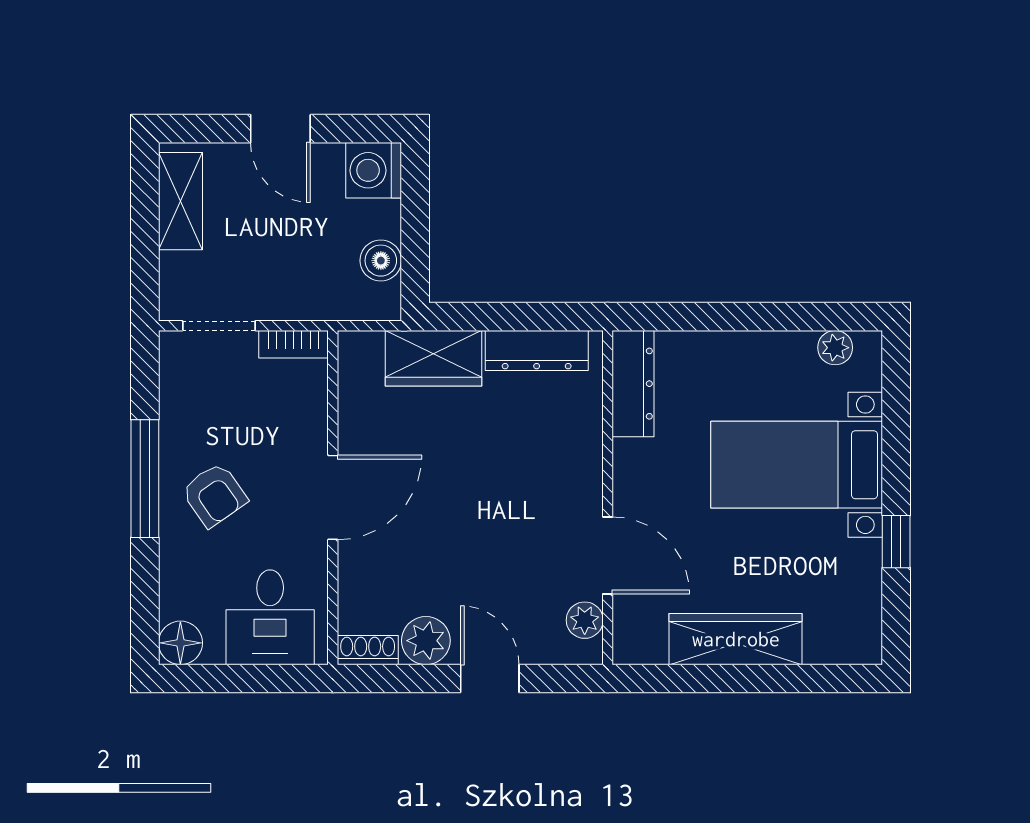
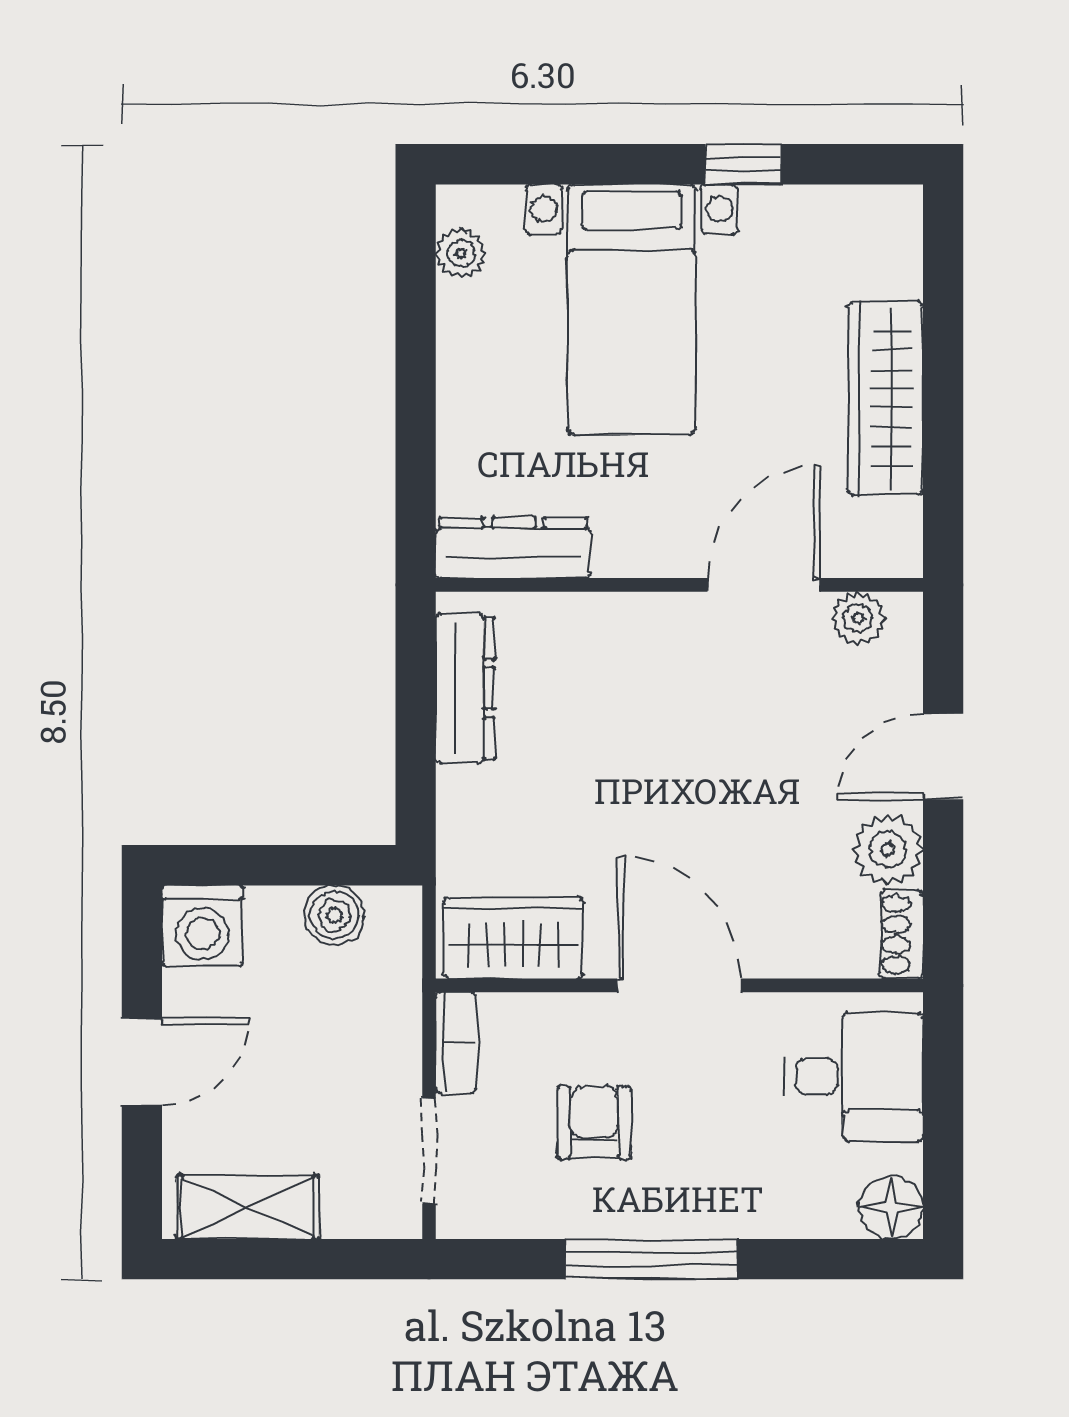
wardrobe: (433, 358) -> (513, 938), moved, turned -90
armchair: (214, 495) -> (594, 1123), moved, turned -55

